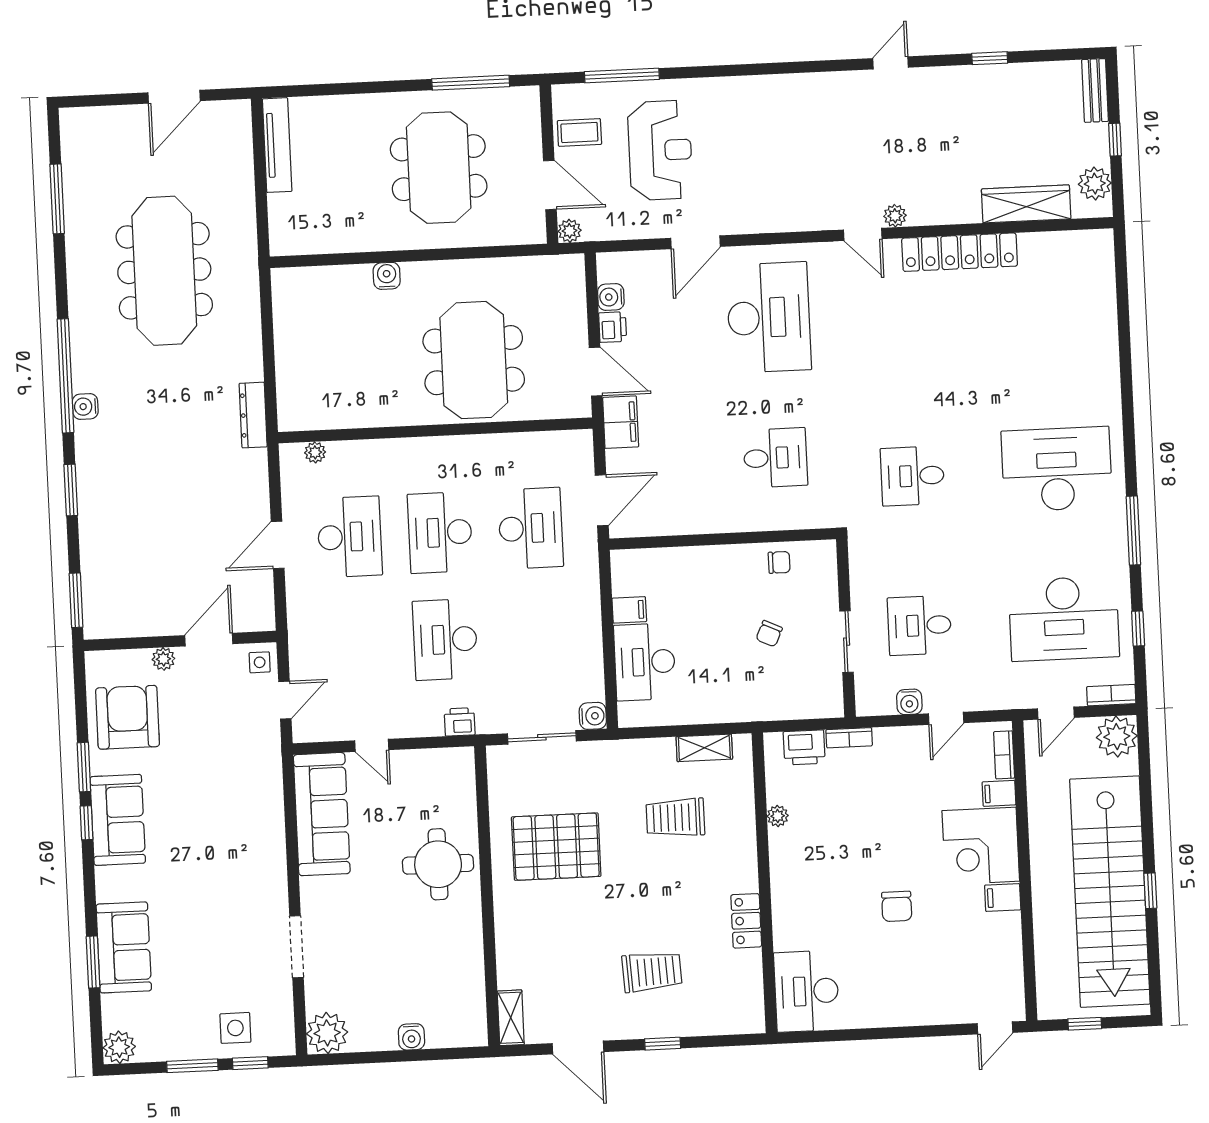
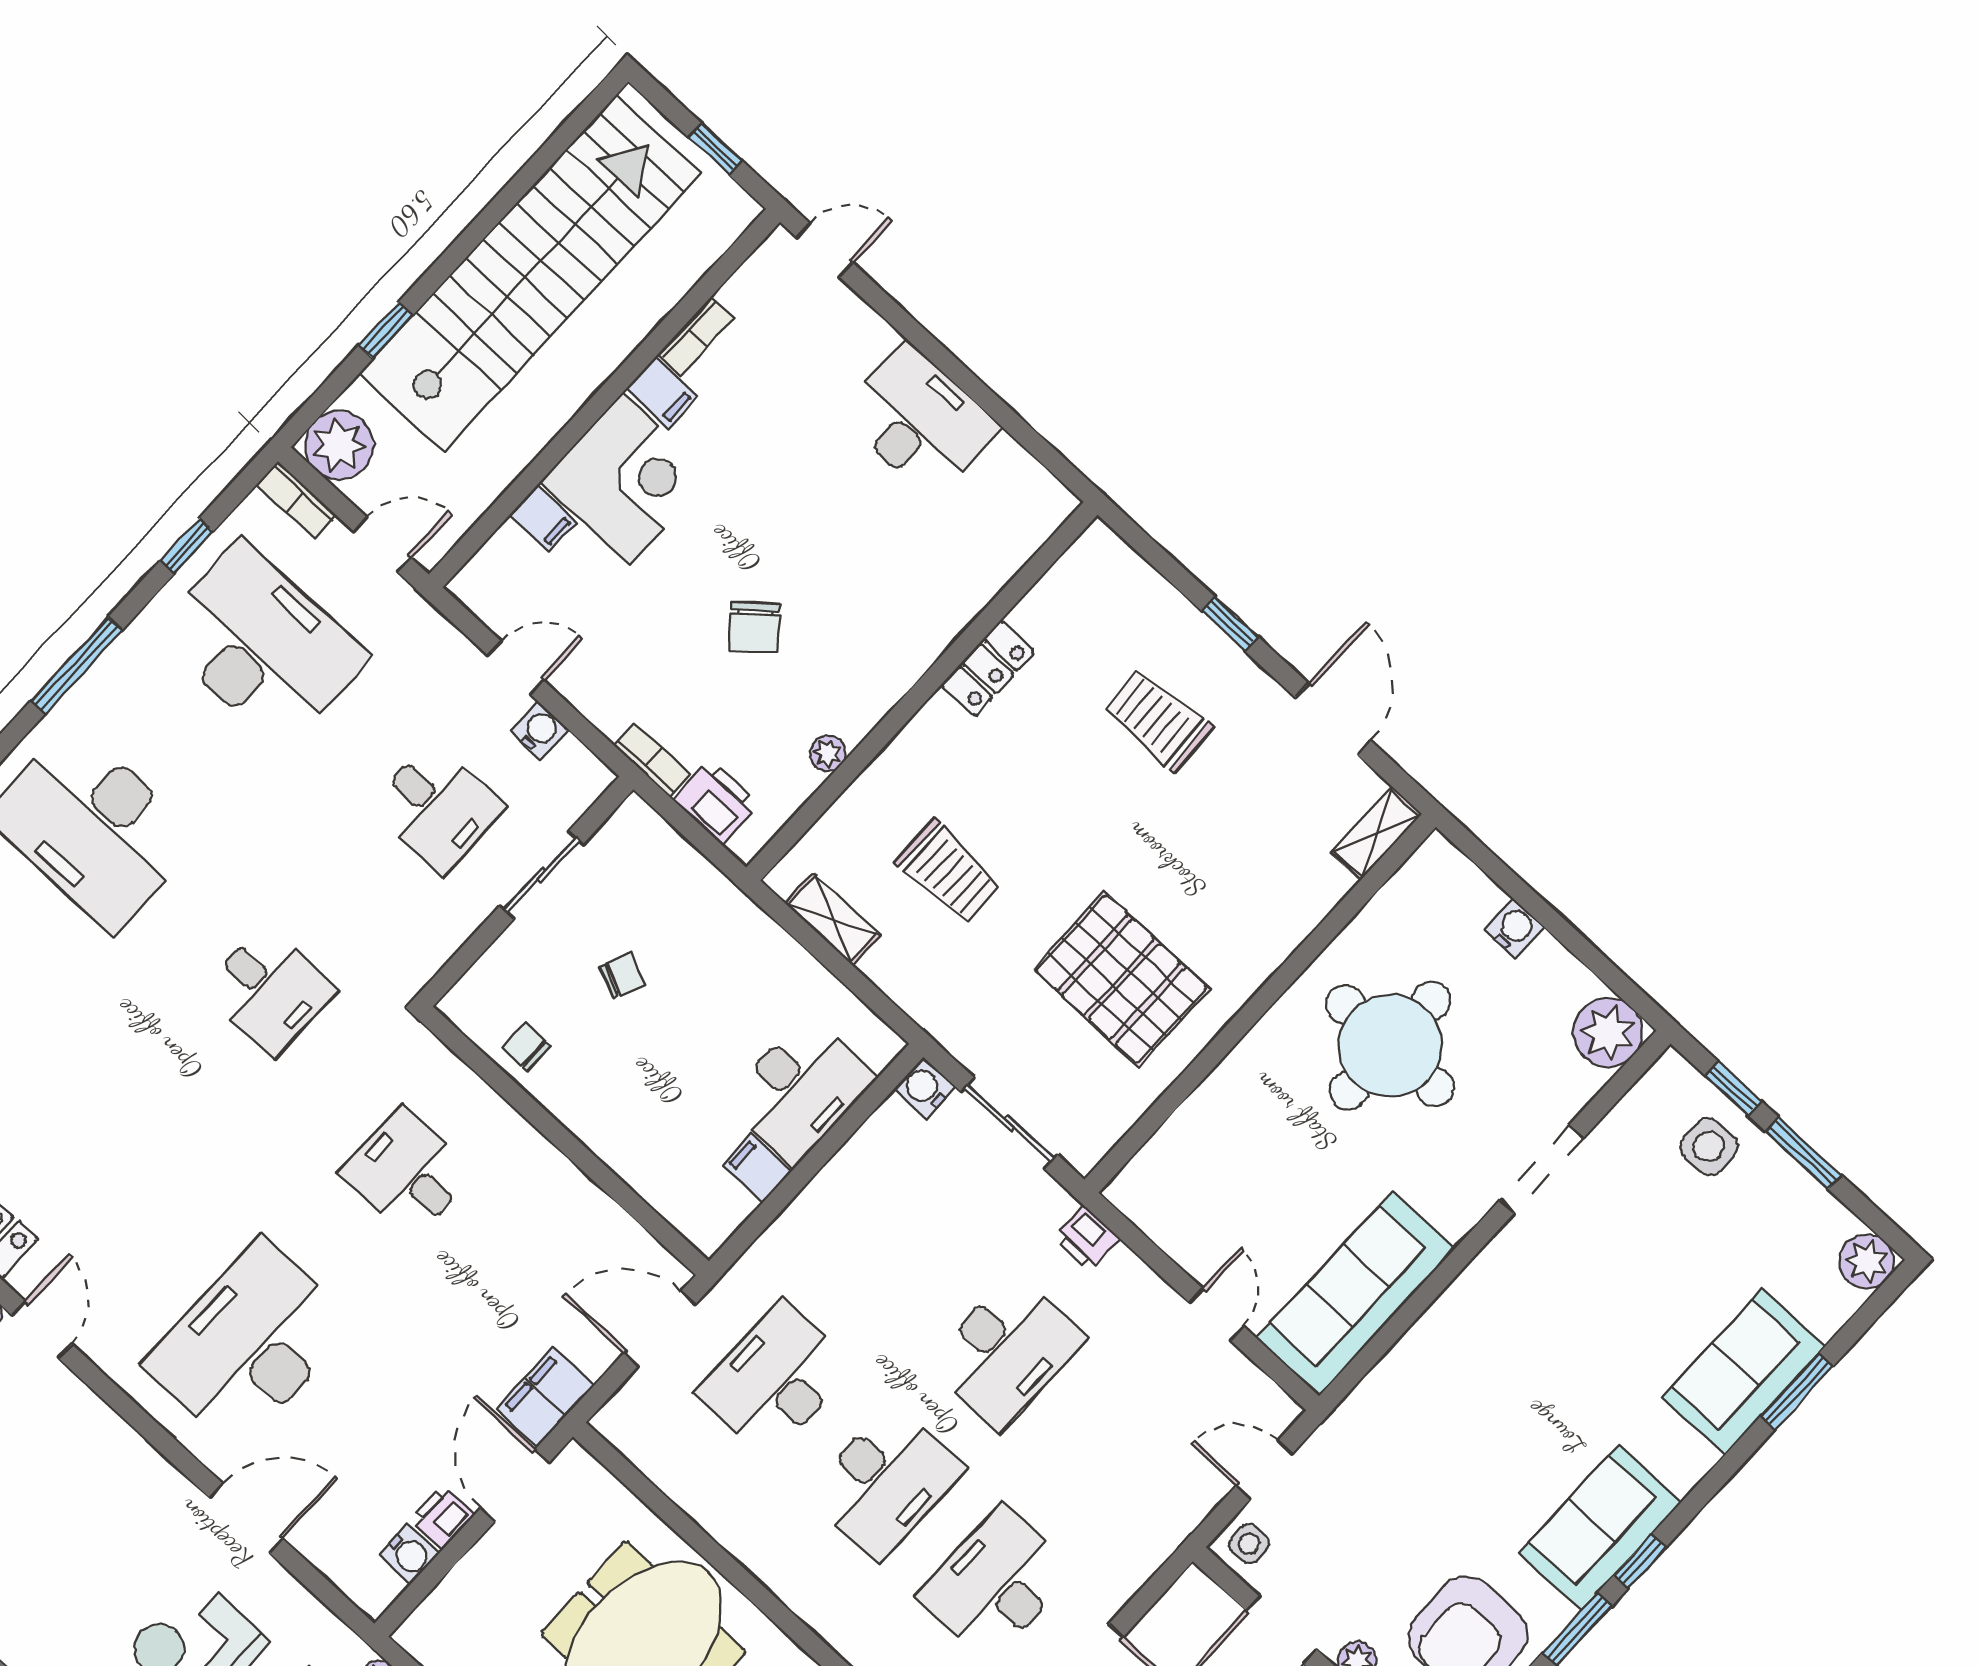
bookcase: (1004, 755) -> (696, 336), moved
round table: (438, 864) -> (1390, 1046), moved, width x1.36, depth x1.36
window: (1150, 891) -> (386, 331), moved
chair: (897, 906) -> (755, 627), moved, turned 140
desk: (806, 991) -> (919, 421), moved, turned -90

